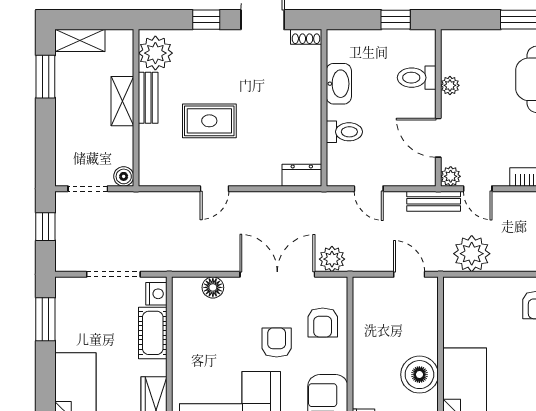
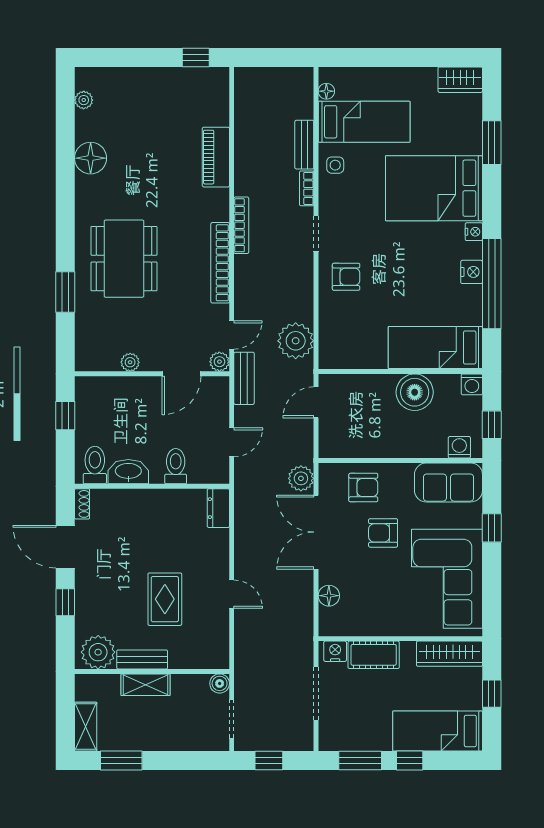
toilet: (417, 78) -> (95, 465), moved, turned 180
window: (45, 369) -> (410, 760), added

